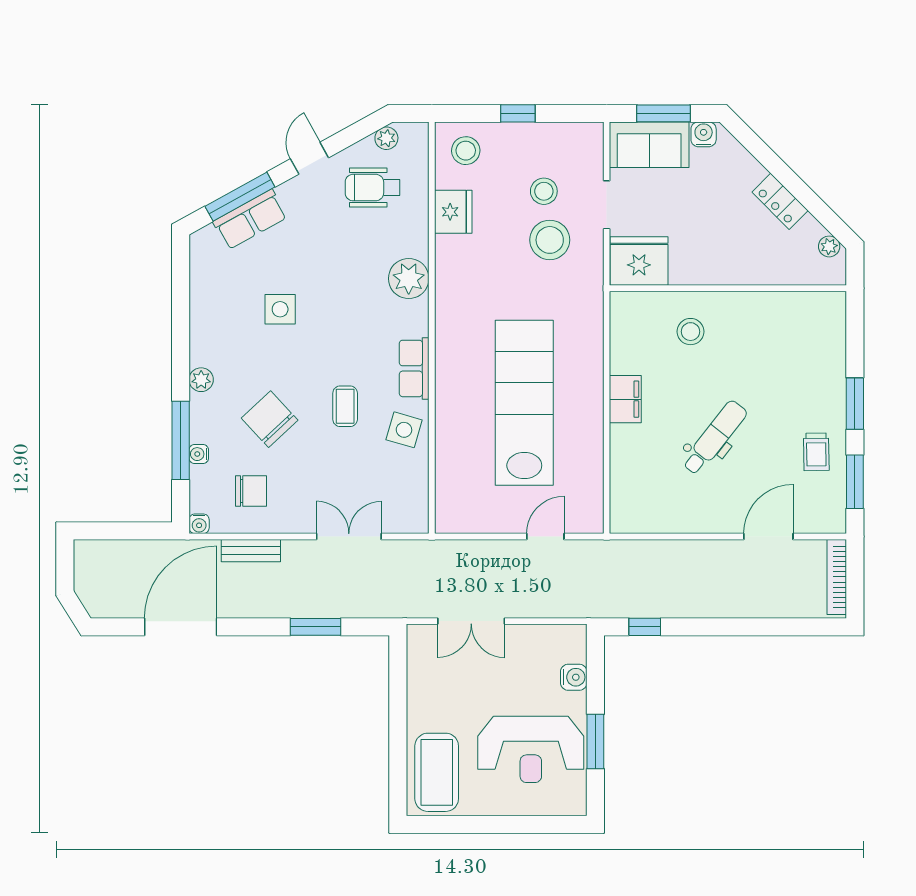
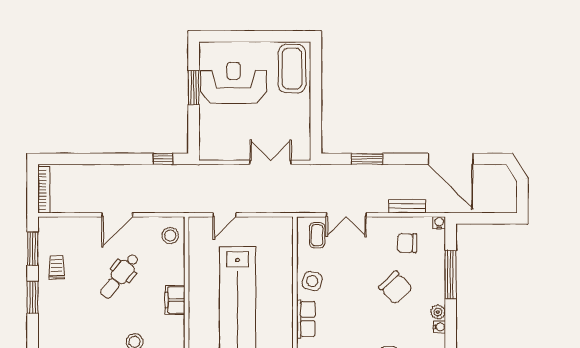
coffee table: (345, 406) -> (317, 235), moved
water cooler: (199, 454) -> (439, 327), moved
stool: (633, 503) -> (170, 236), added
door: (768, 537) -> (117, 215), moved
door: (181, 627) -> (451, 159), hinge flipped
water cooler: (574, 677) -> (207, 128), removed

